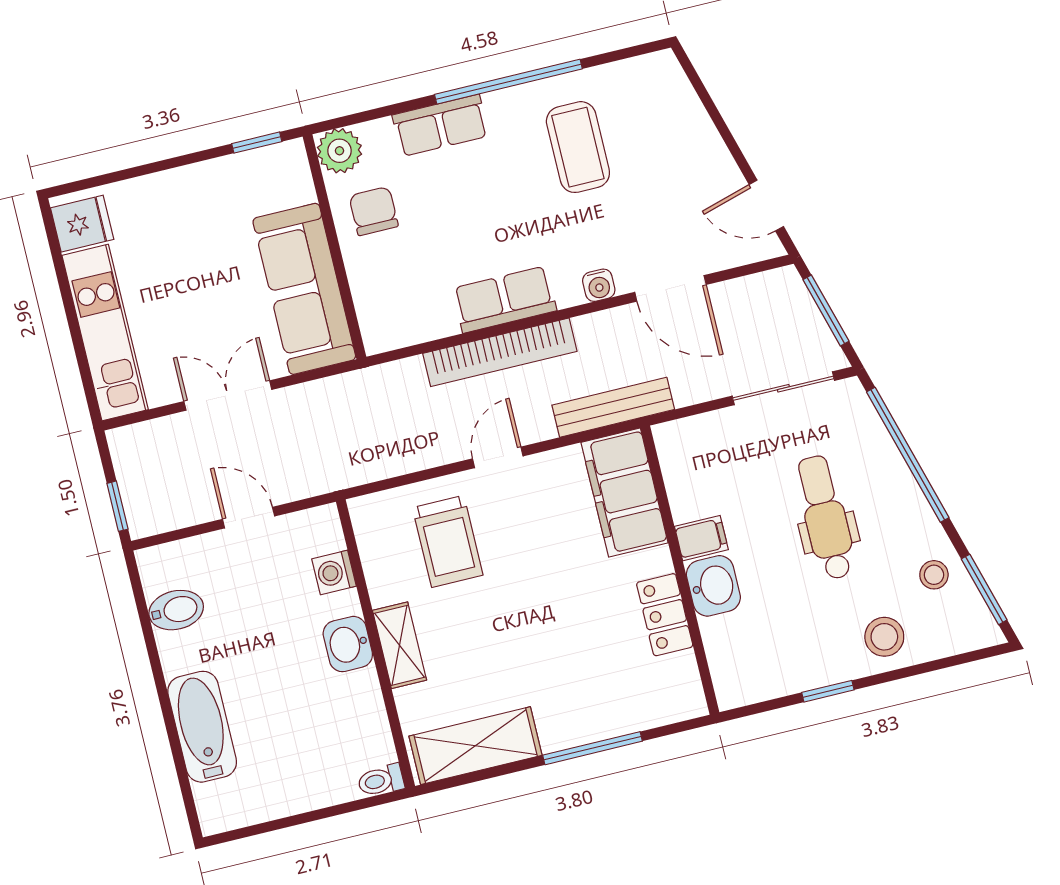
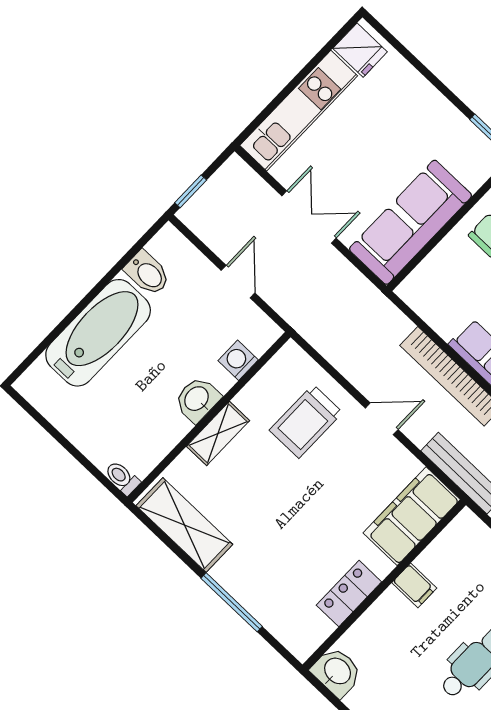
washbasin: (713, 586) -> (337, 672), moved, turned -90
bathtub: (202, 727) -> (98, 333), width x1.36, depth x1.36

